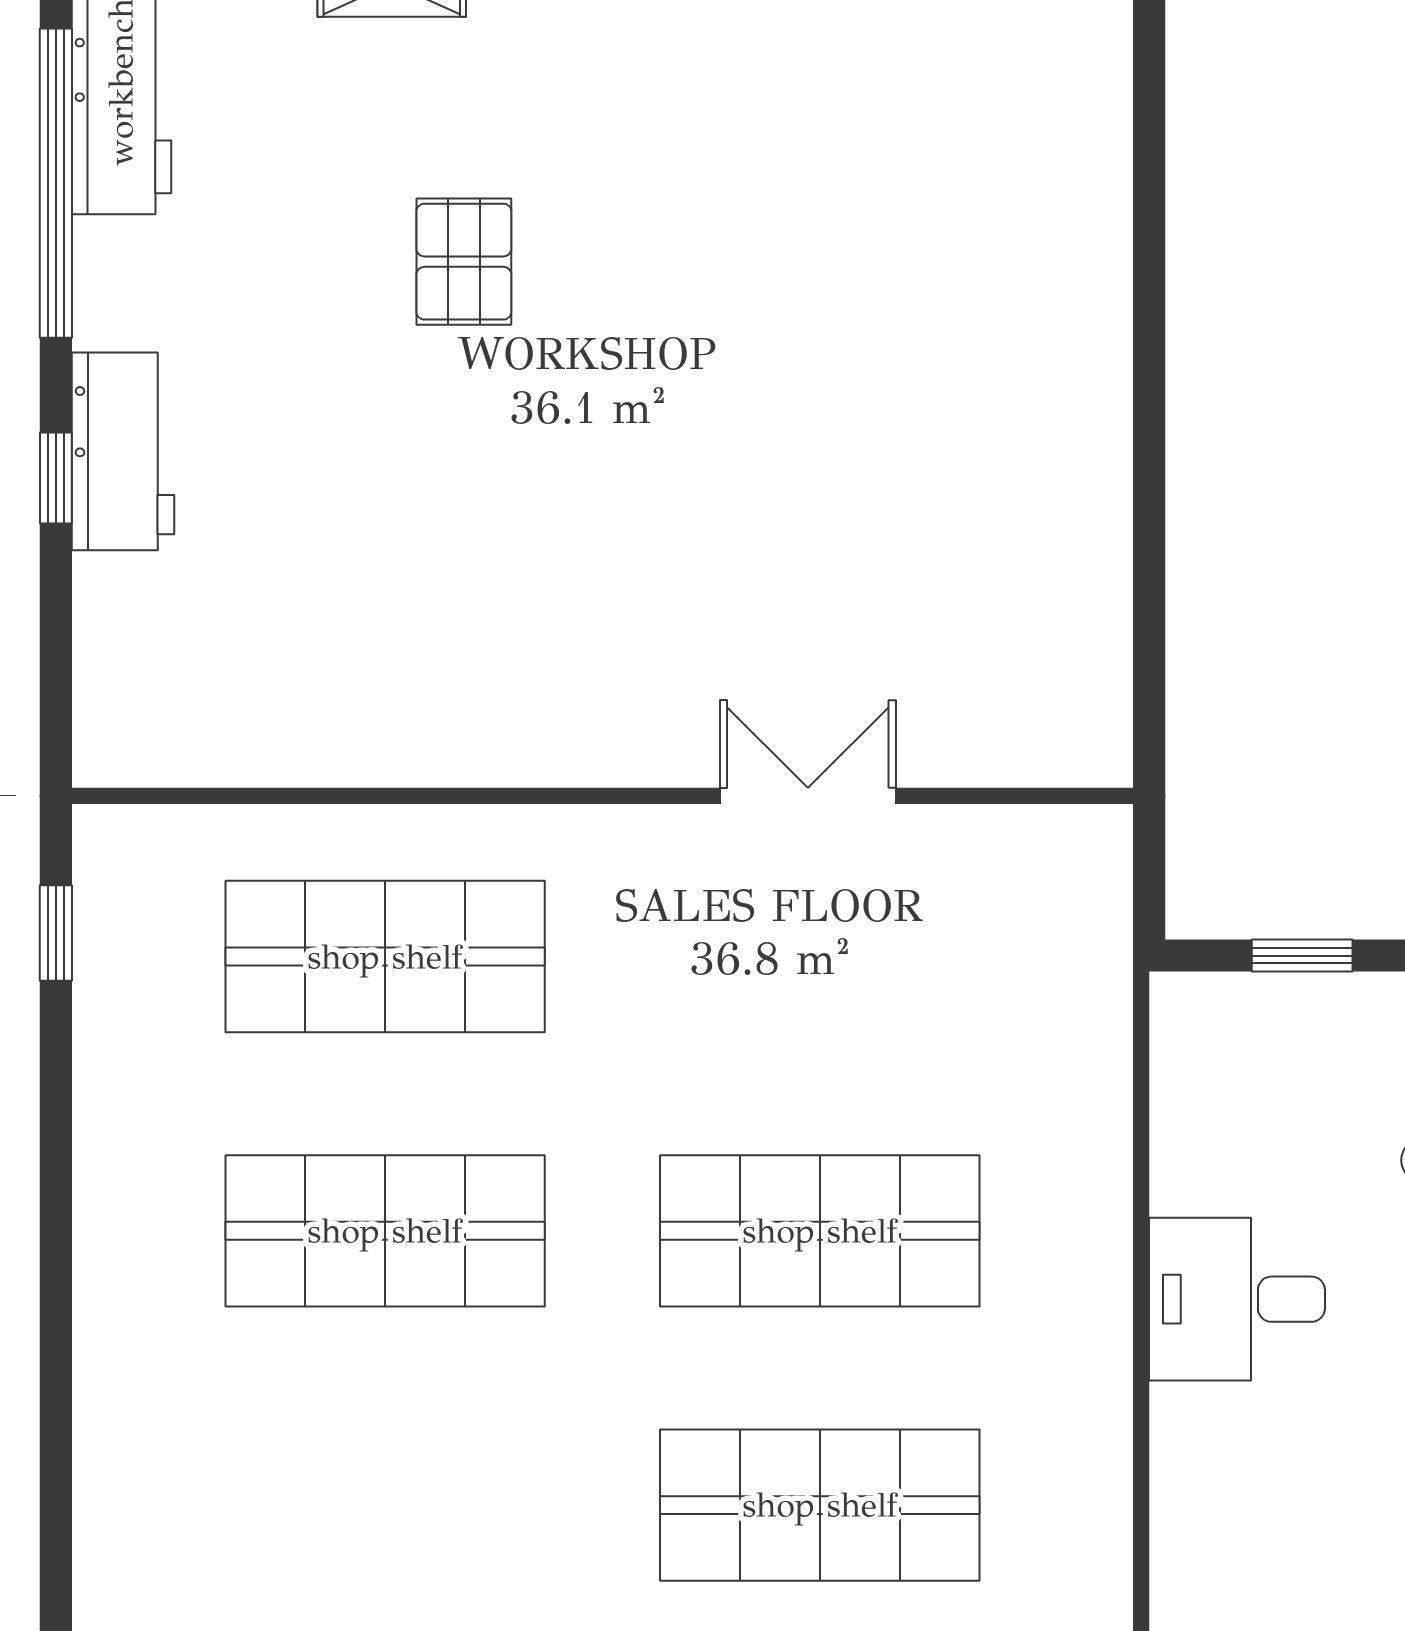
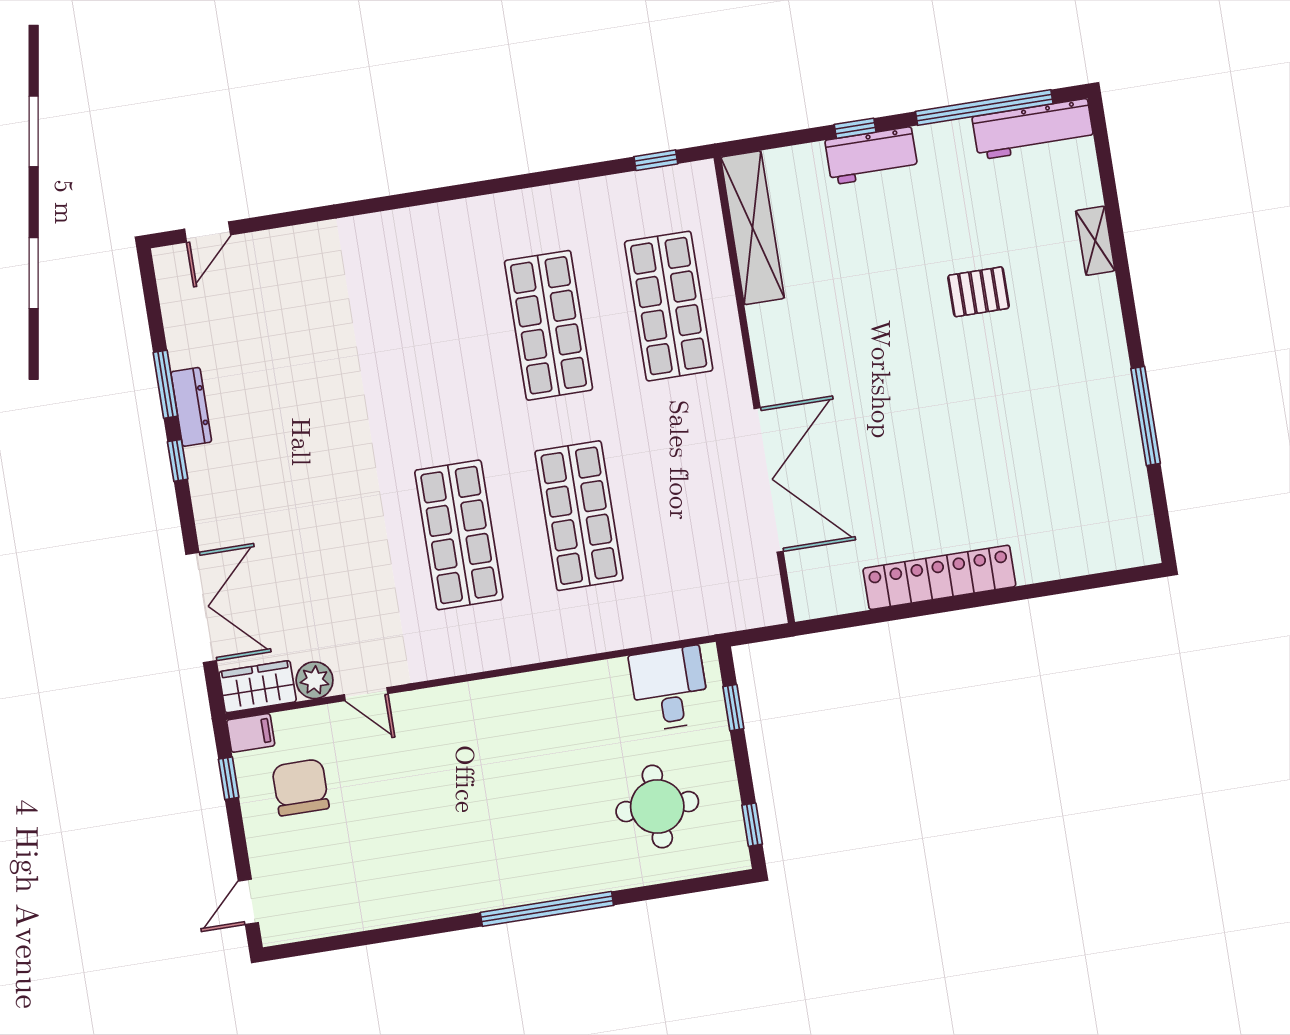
locker: (1086, 450) -> (939, 577), added
shelving: (241, 742) -> (753, 228), added
double door: (808, 796) -> (769, 480), width x1.87
desk: (1237, 1299) -> (669, 689), moved

